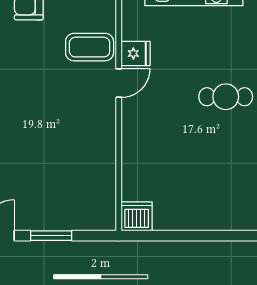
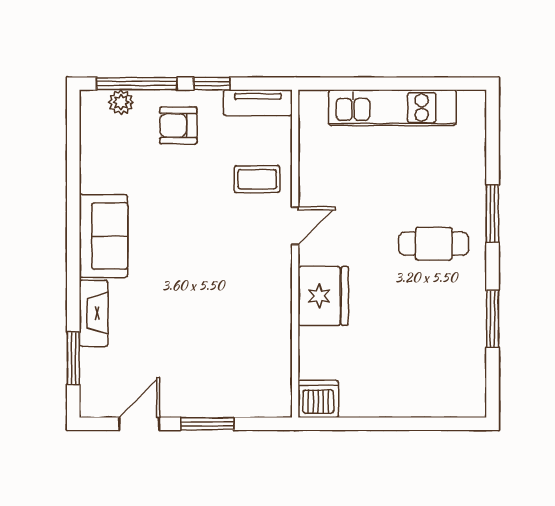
coffee table: (90, 47) -> (257, 179), width x0.73, depth x0.77
fridge: (136, 53) -> (323, 296), moved, width x1.88, depth x1.34

